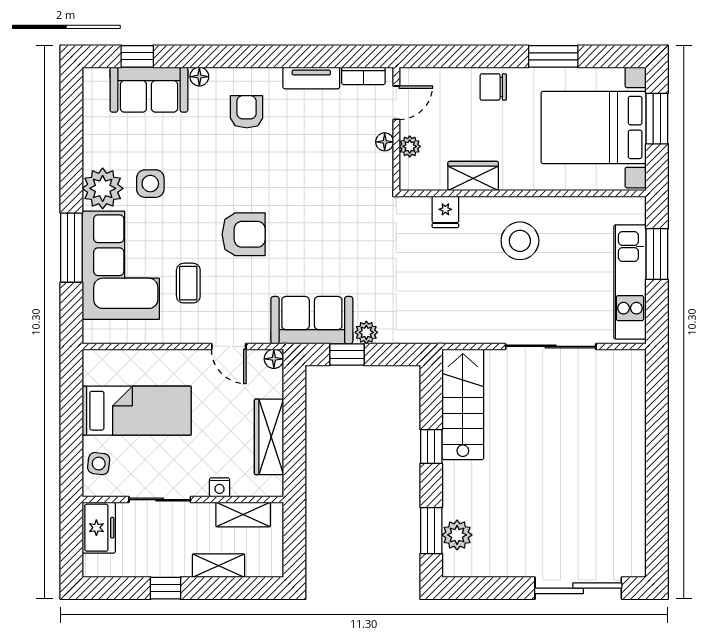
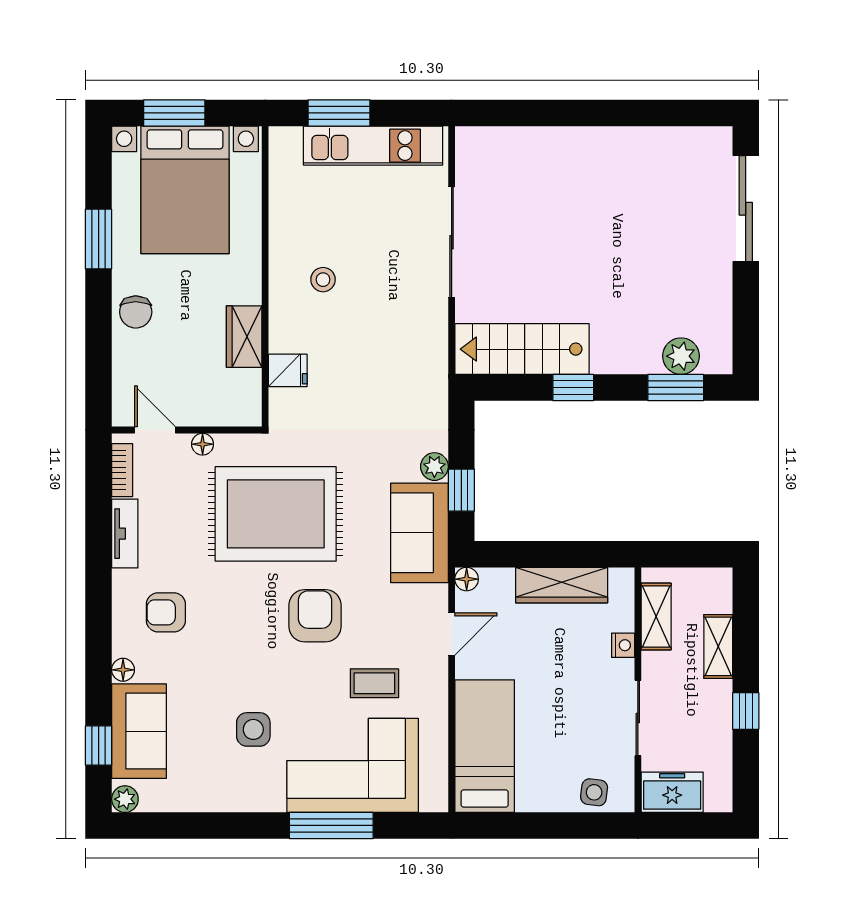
plant: (410, 146) -> (208, 414), removed
plant: (103, 188) -> (125, 799), moved, width x0.53, depth x0.53
rug: (327, 202) -> (276, 514), added
stool: (520, 241) -> (323, 280), width x0.53, depth x0.53
bed: (137, 411) -> (485, 746), moved

